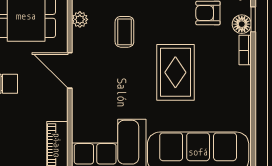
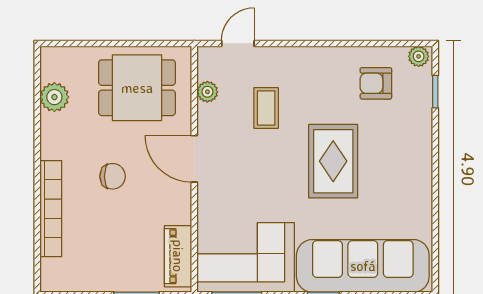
floor lamp: (242, 24) -> (420, 98), removed
bookcase: (245, 50) -> (425, 132), removed

